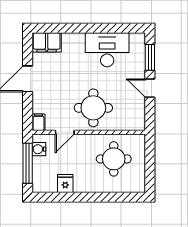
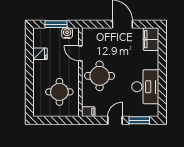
filing cabinet: (38, 122) -> (88, 112), moved
window: (28, 163) -> (56, 24), width x0.69

